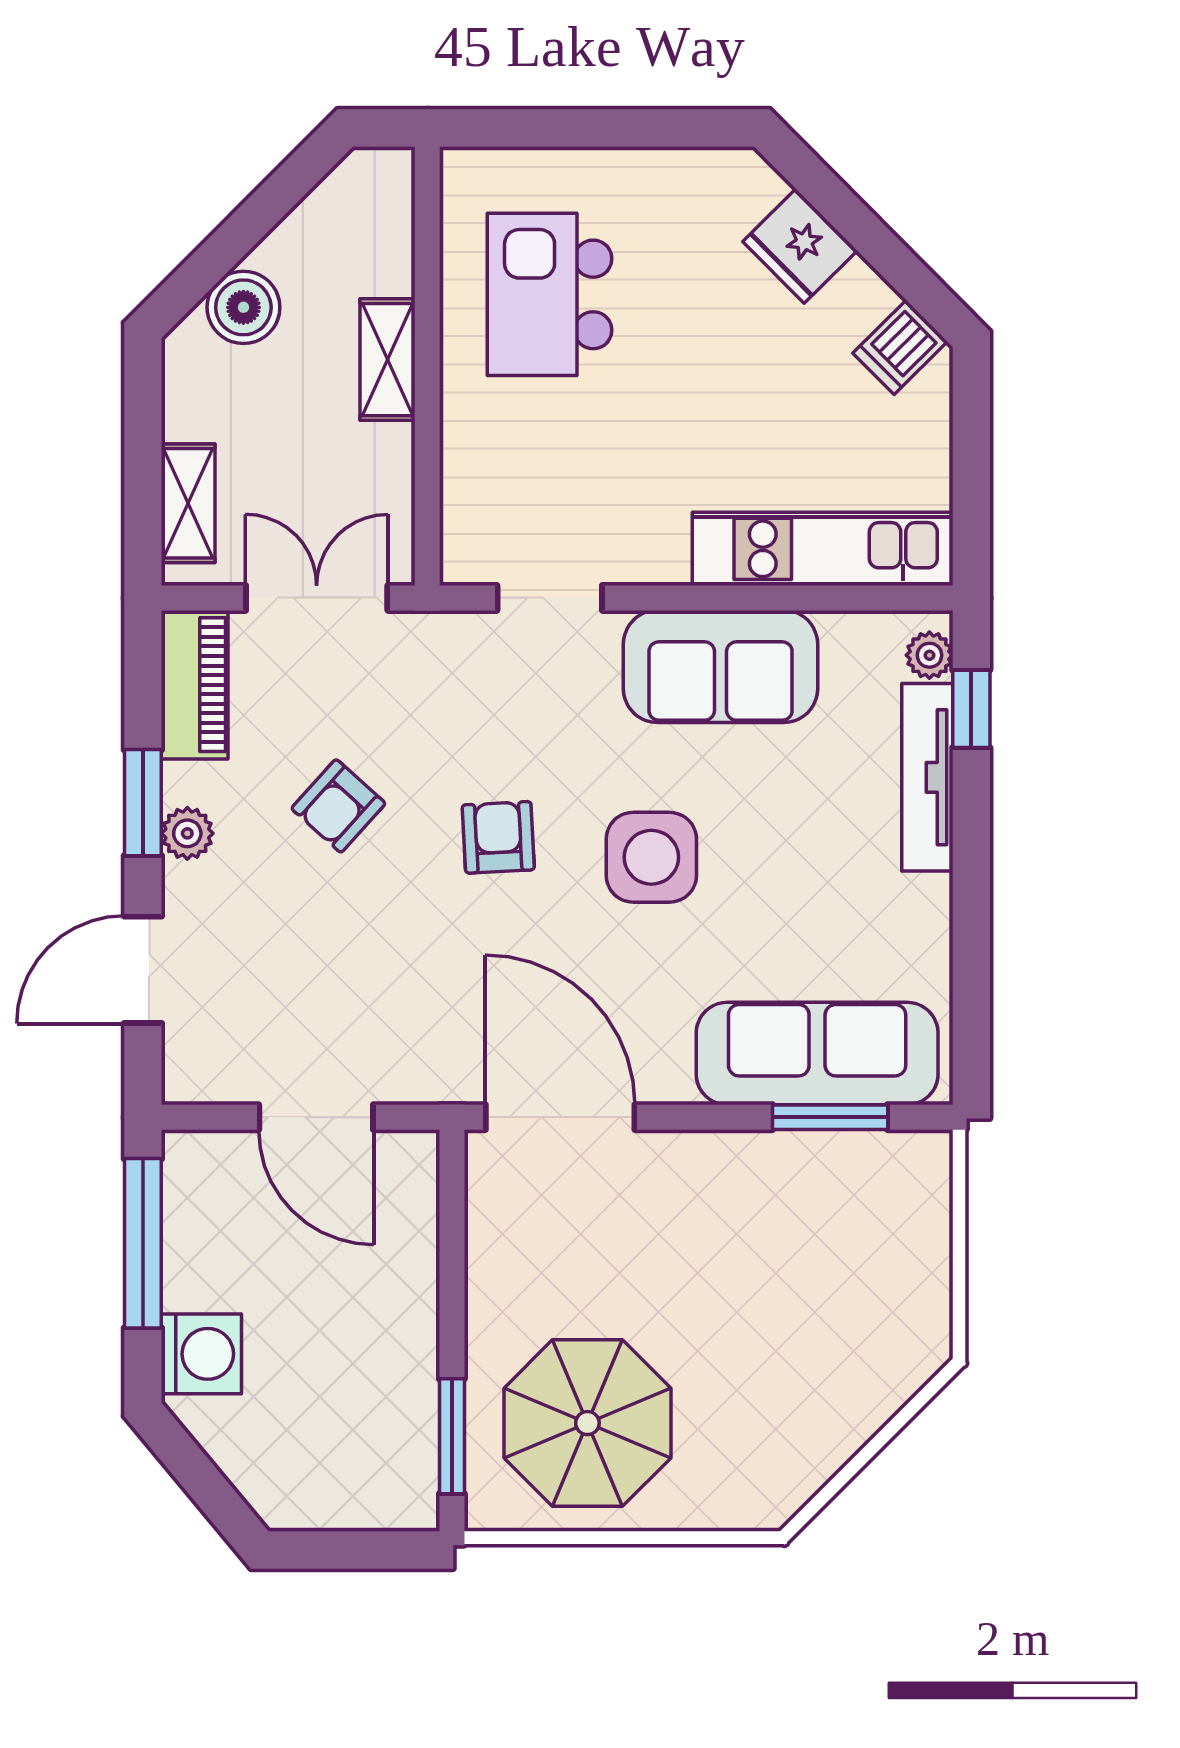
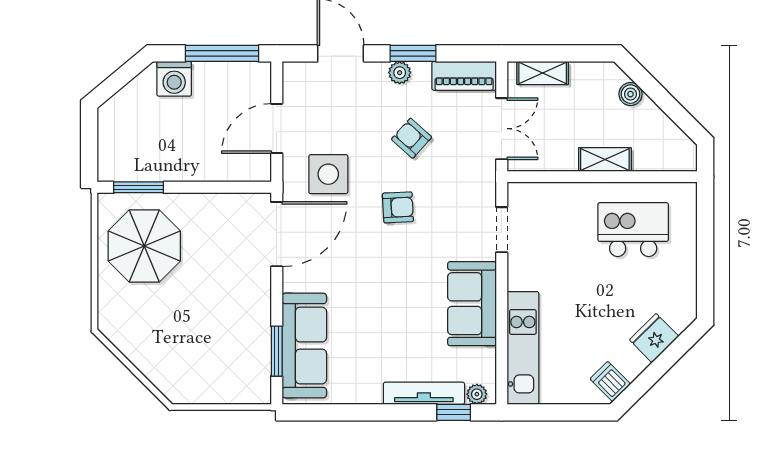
boiler: (243, 307) -> (630, 94), width x0.73, depth x0.73
side table: (651, 857) -> (328, 174), moved

